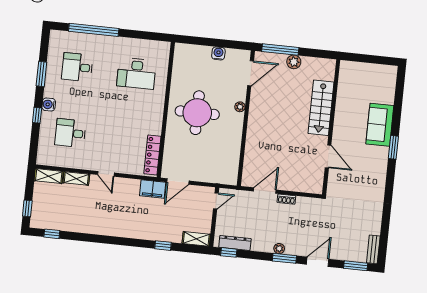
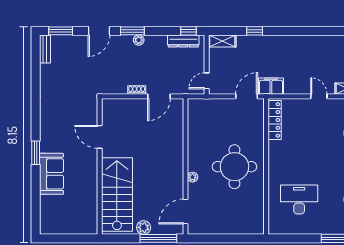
water cooler: (218, 53) -> (220, 228), removed
stairs: (321, 108) -> (117, 194), width x1.36, depth x1.51

